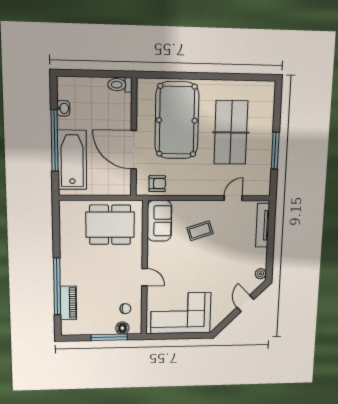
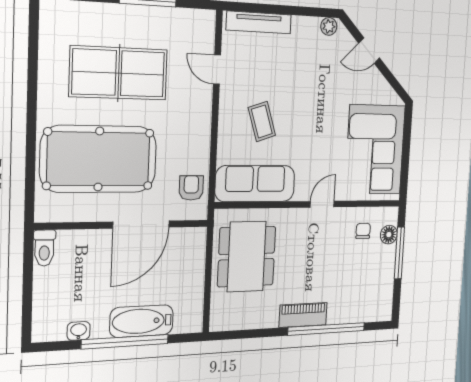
bathtub: (72, 160) -> (142, 321), width x0.73, depth x0.73
sofa: (159, 221) -> (255, 184), width x1.36
piano: (68, 303) -> (303, 315), moved

